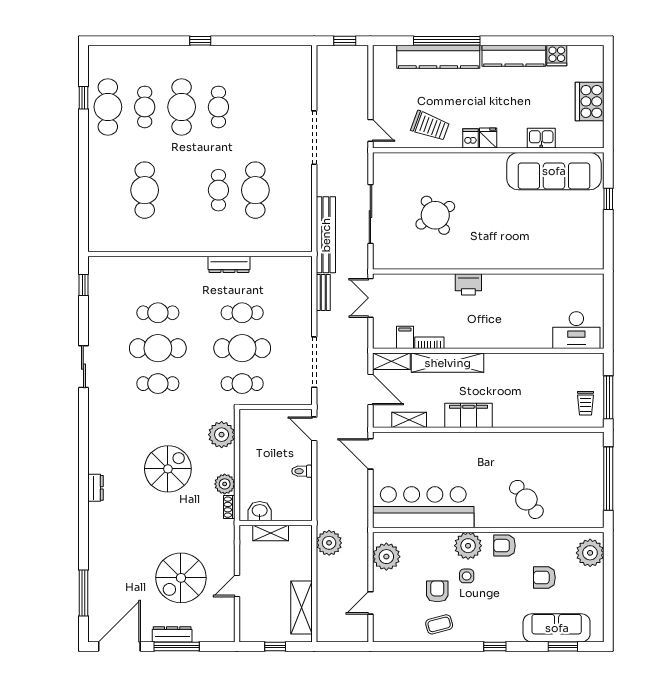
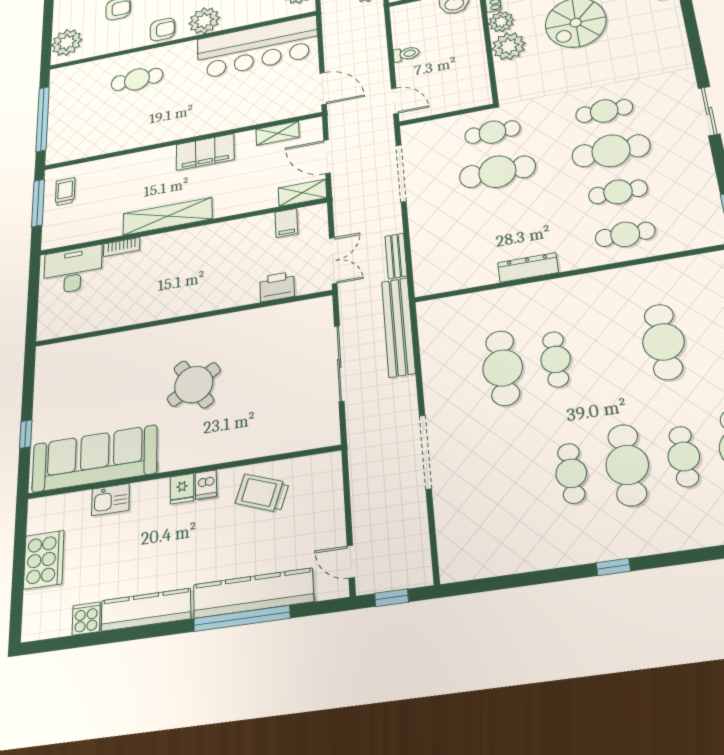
door: (370, 130) -> (351, 562), moved
round table: (435, 215) -> (194, 384), moved
printer: (468, 284) -> (277, 287), moved
cafe table: (242, 313) -> (625, 234), moved
bookcase: (429, 343) -> (122, 247), moved
shelving: (448, 363) -> (168, 216), moved
plant: (222, 435) -> (509, 46), moved
cafe table: (526, 499) -> (137, 79), turned -52

